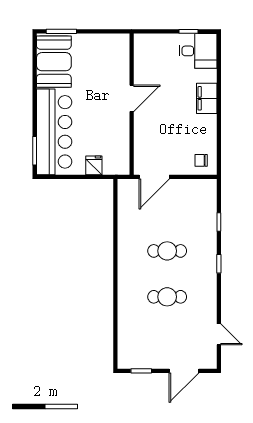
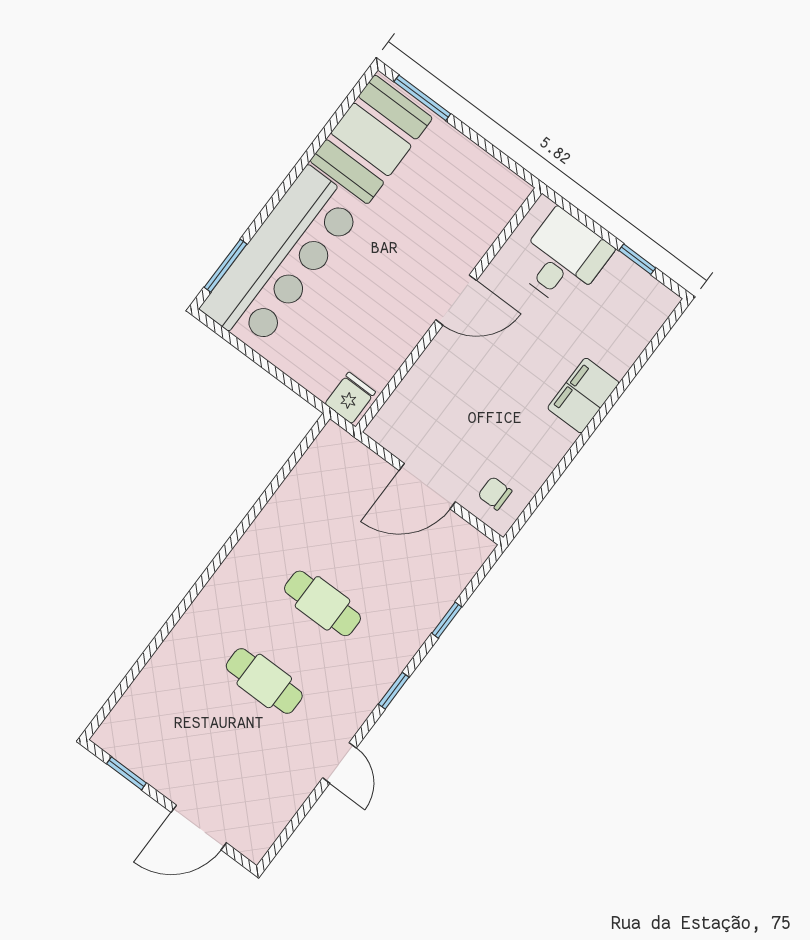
desk: (198, 51) -> (563, 258), moved, turned -90
fridge: (94, 165) -> (350, 398), moved
door: (154, 177) -> (427, 486), moved
door: (219, 334) -> (340, 763), moved

